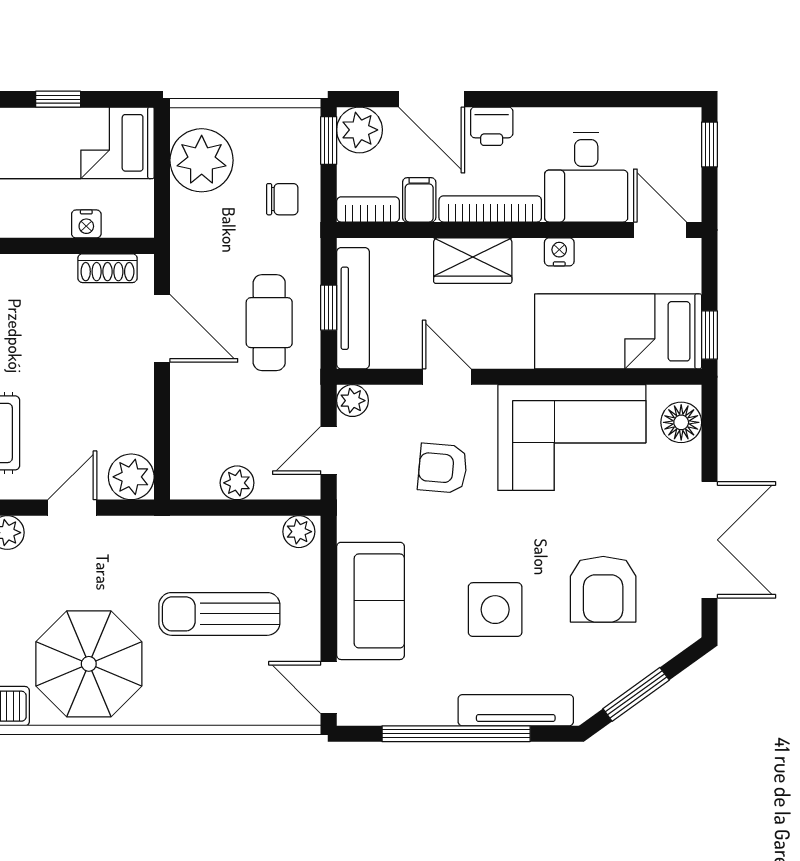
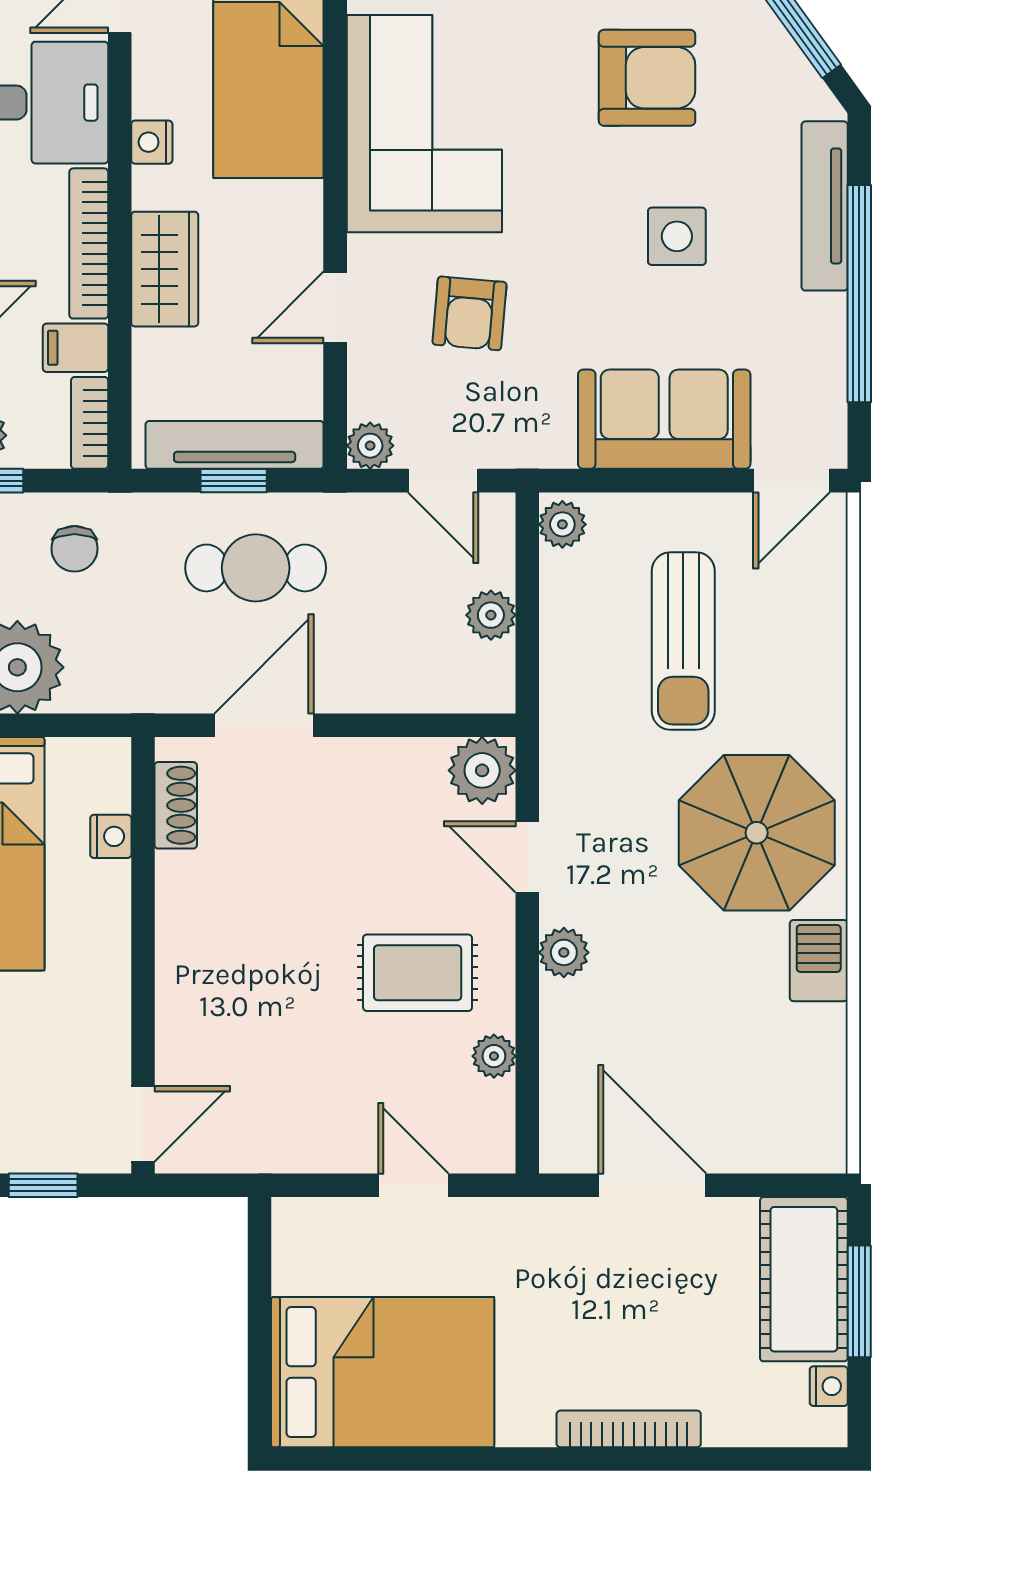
chair: (282, 199) -> (74, 549), turned 180
side table: (495, 610) -> (677, 236), width x0.73, depth x0.73

